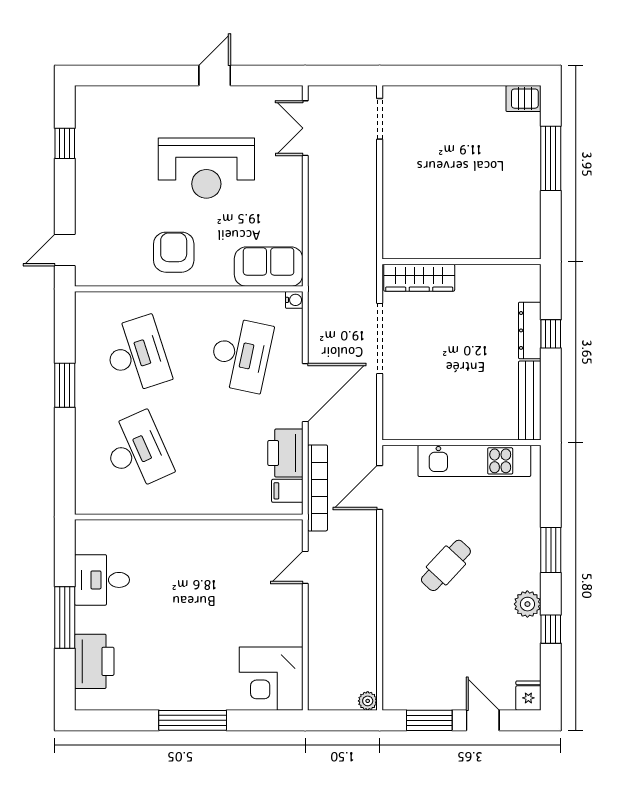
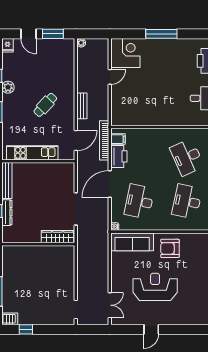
window: (488, 76) -> (26, 329), added
armchair: (174, 252) -> (170, 248), turned 90
sofa: (269, 267) -> (132, 242), width x1.36
desk: (137, 355) -> (187, 201), turned 30
bench: (366, 563) -> (82, 106), added
door: (305, 567) -> (110, 77), moved

